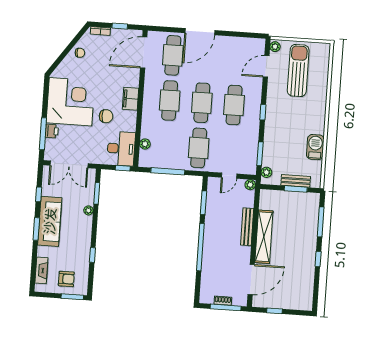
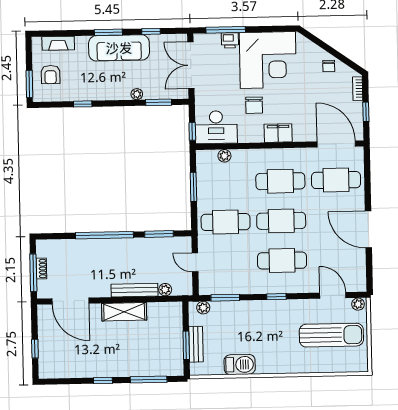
door: (200, 32) -> (368, 229), moved
window: (168, 171) -> (193, 187), width x0.69
plant: (250, 185) -> (165, 290), moved
shelving: (264, 237) -> (124, 312), width x0.68
window: (275, 311) -> (35, 349), moved

